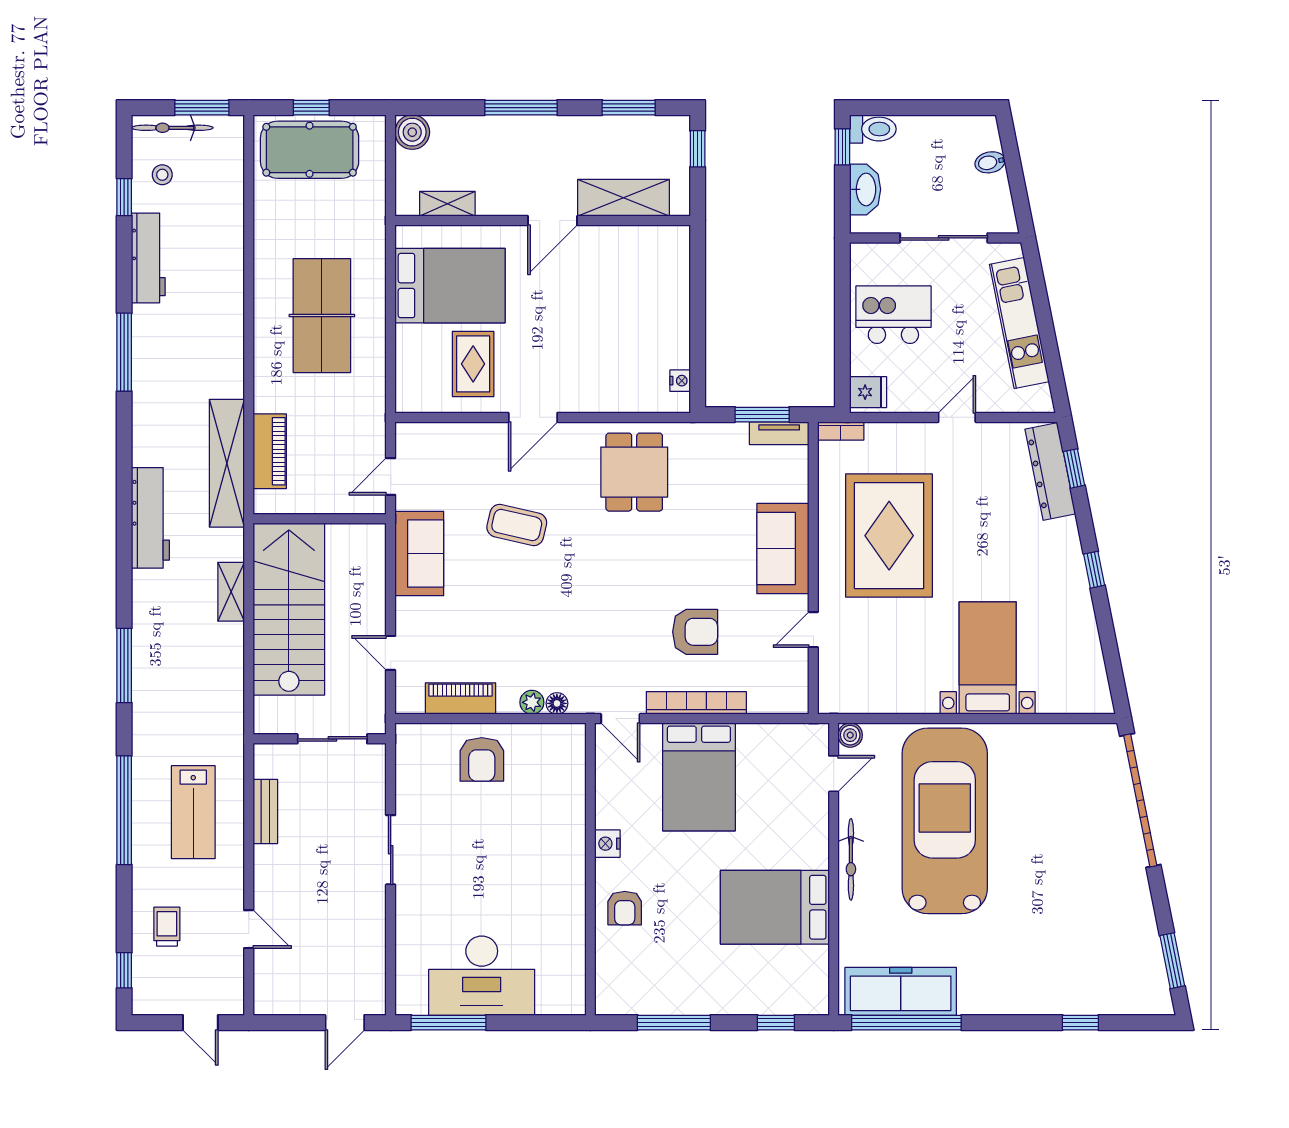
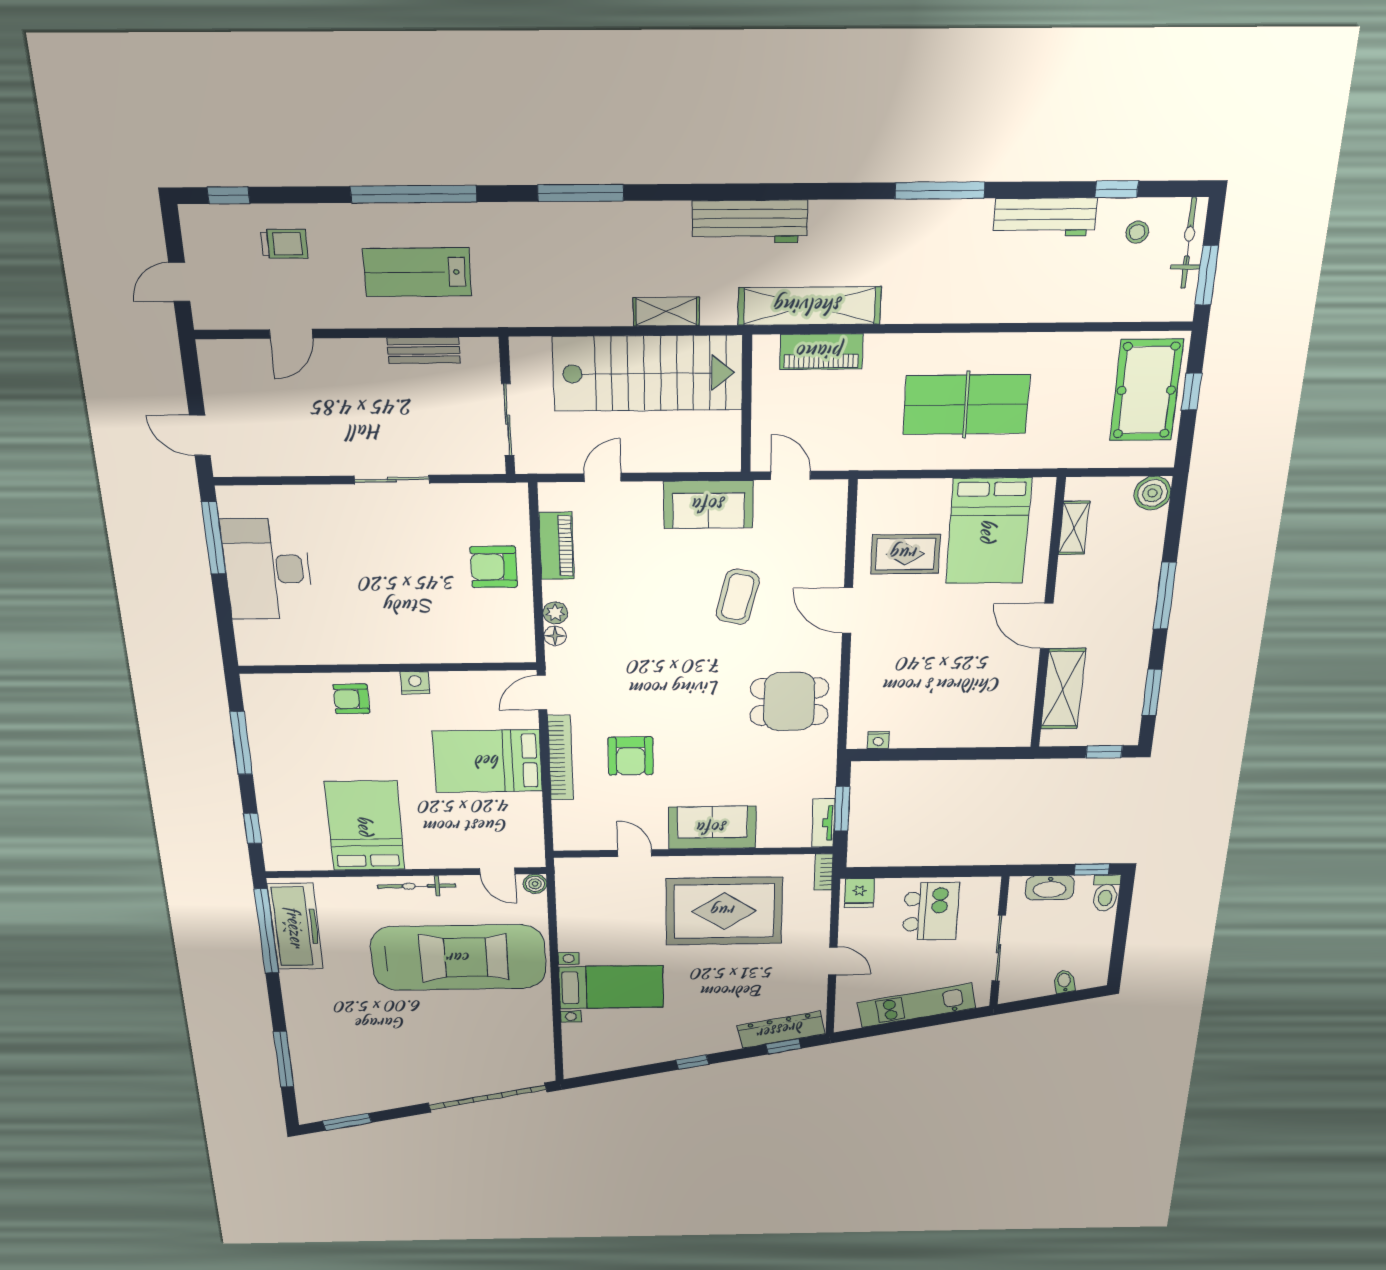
window: (1080, 1023) -> (284, 1059), width x2.17

